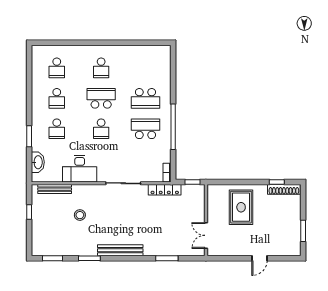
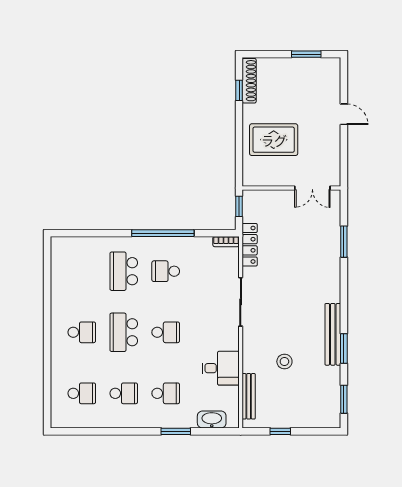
school desk: (145, 98) -> (124, 271), turned 180
school desk: (145, 129) -> (166, 271), width x0.54
desk: (80, 169) -> (221, 368), width x0.73
bench: (120, 250) -> (333, 334), moved

